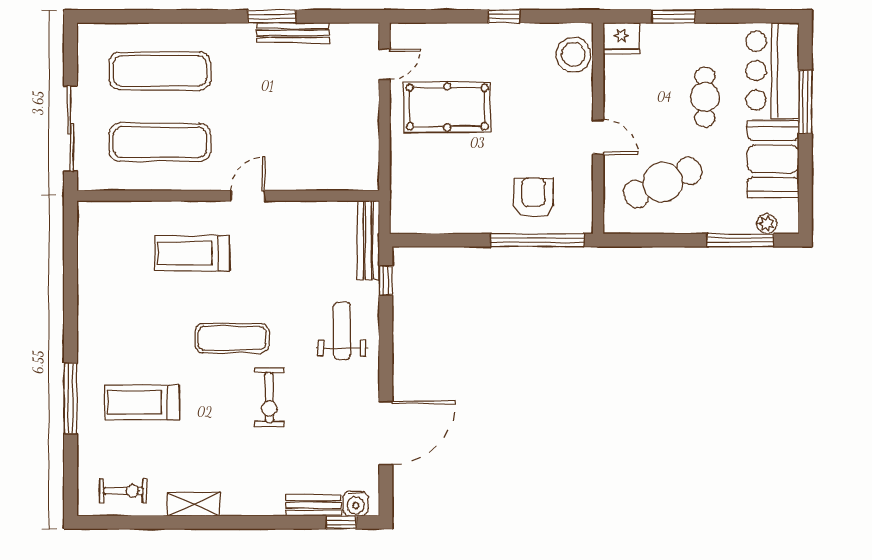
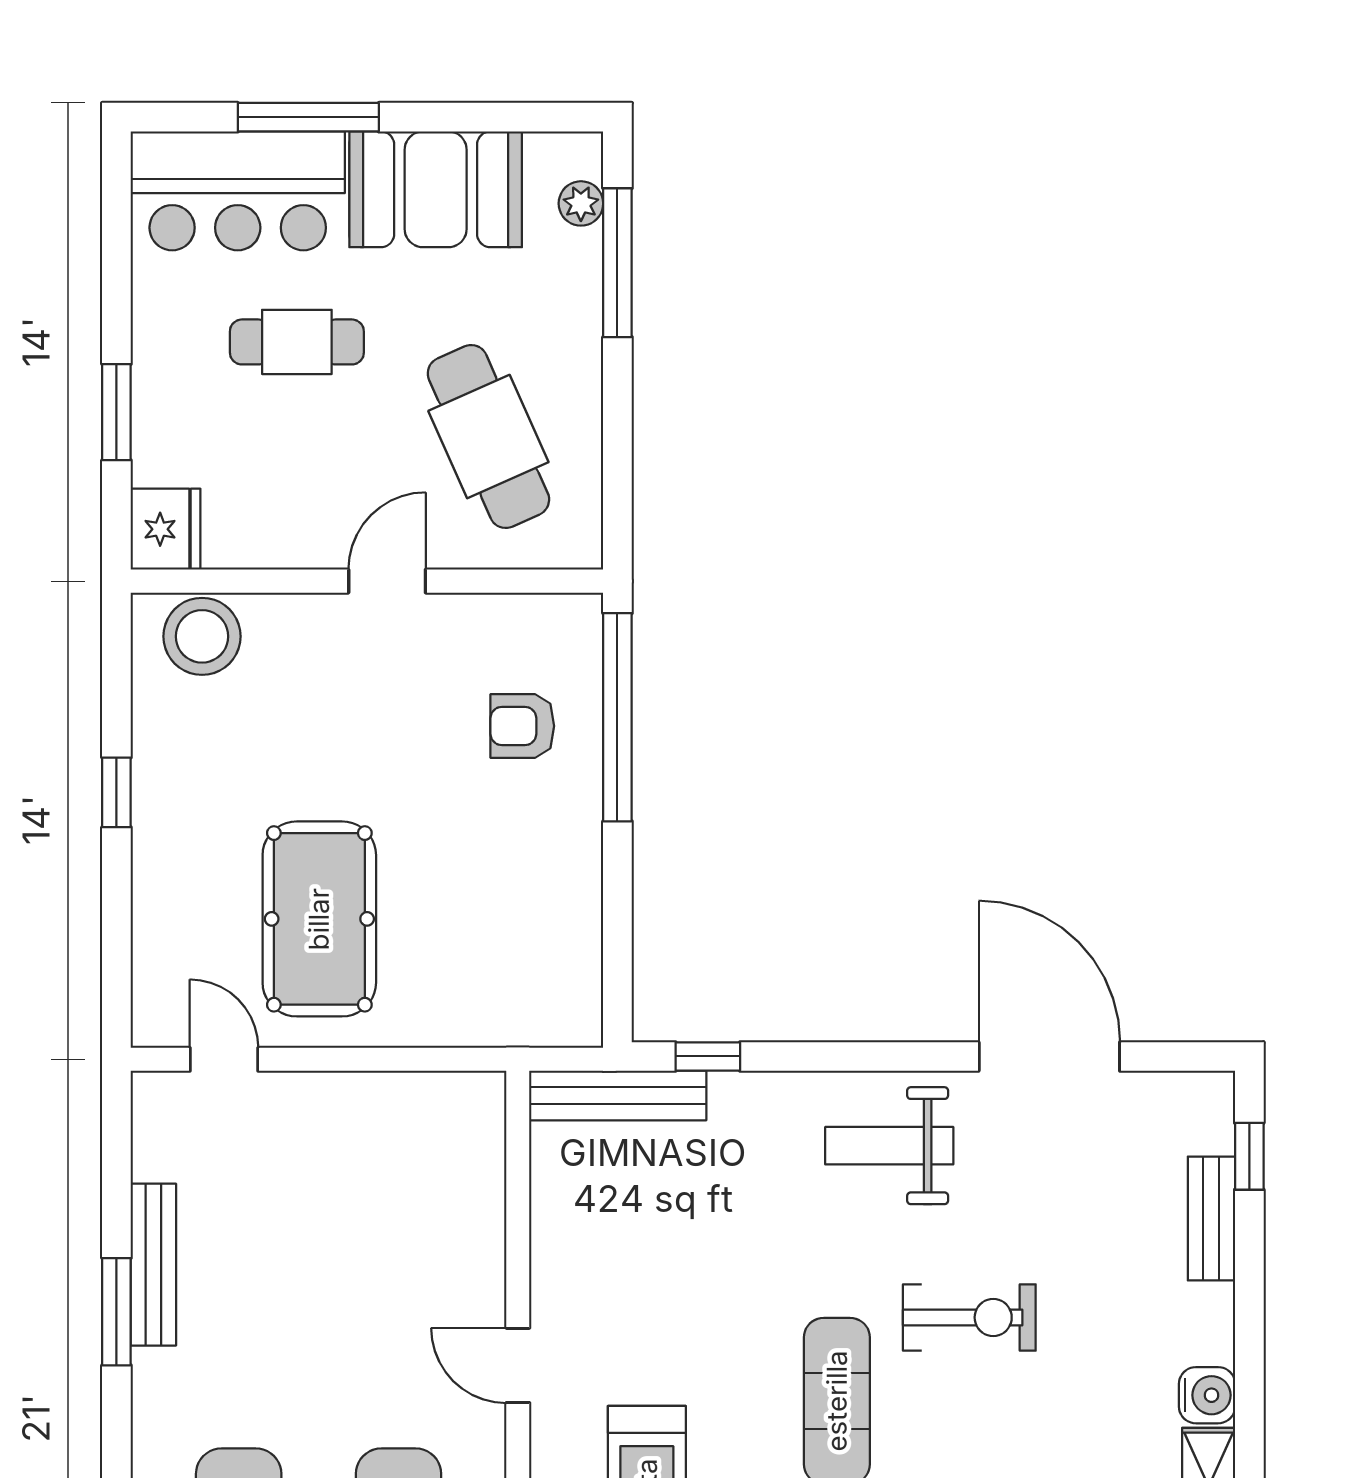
armchair: (533, 198) -> (522, 726), width x0.72, depth x0.72
weight bench: (342, 331) -> (889, 1146), moved
water cooler: (356, 503) -> (1207, 1395), moved

